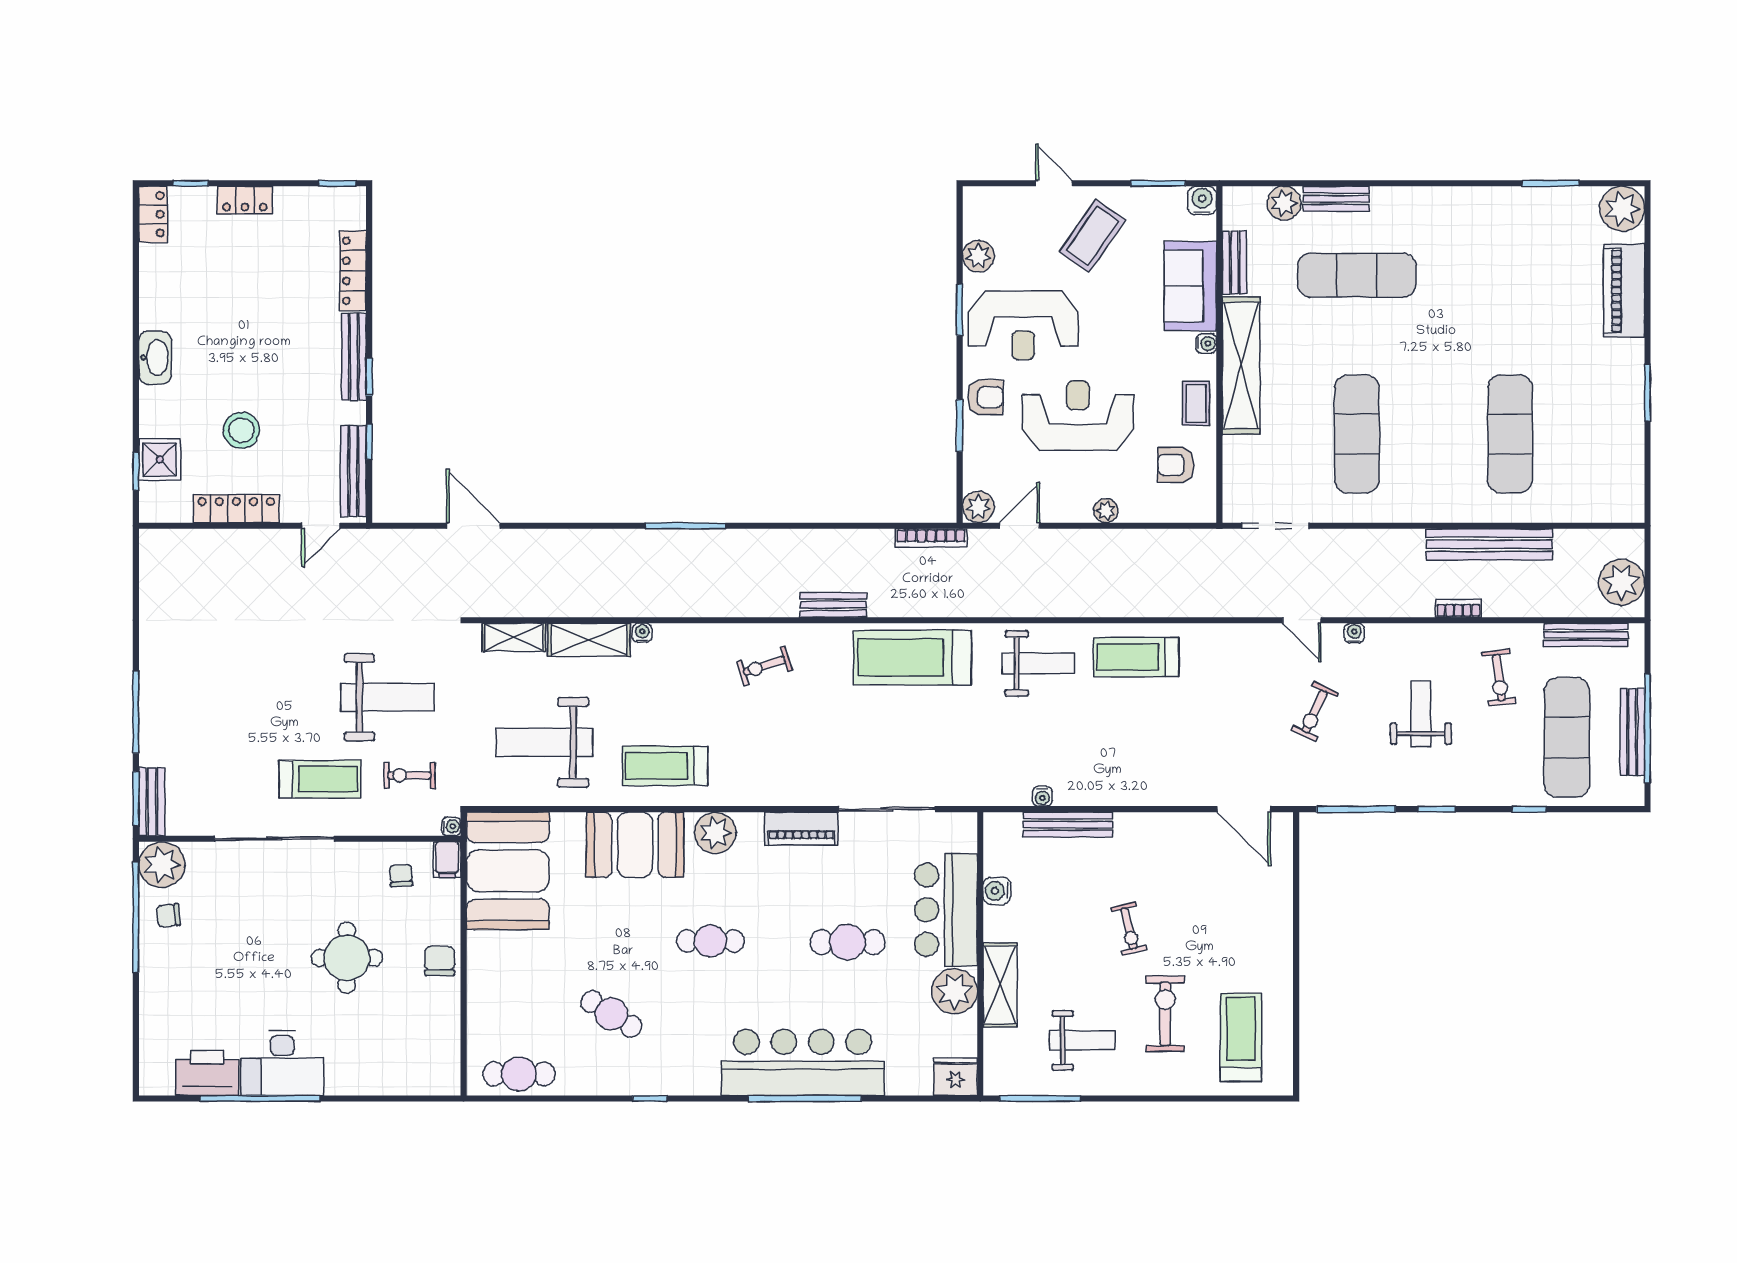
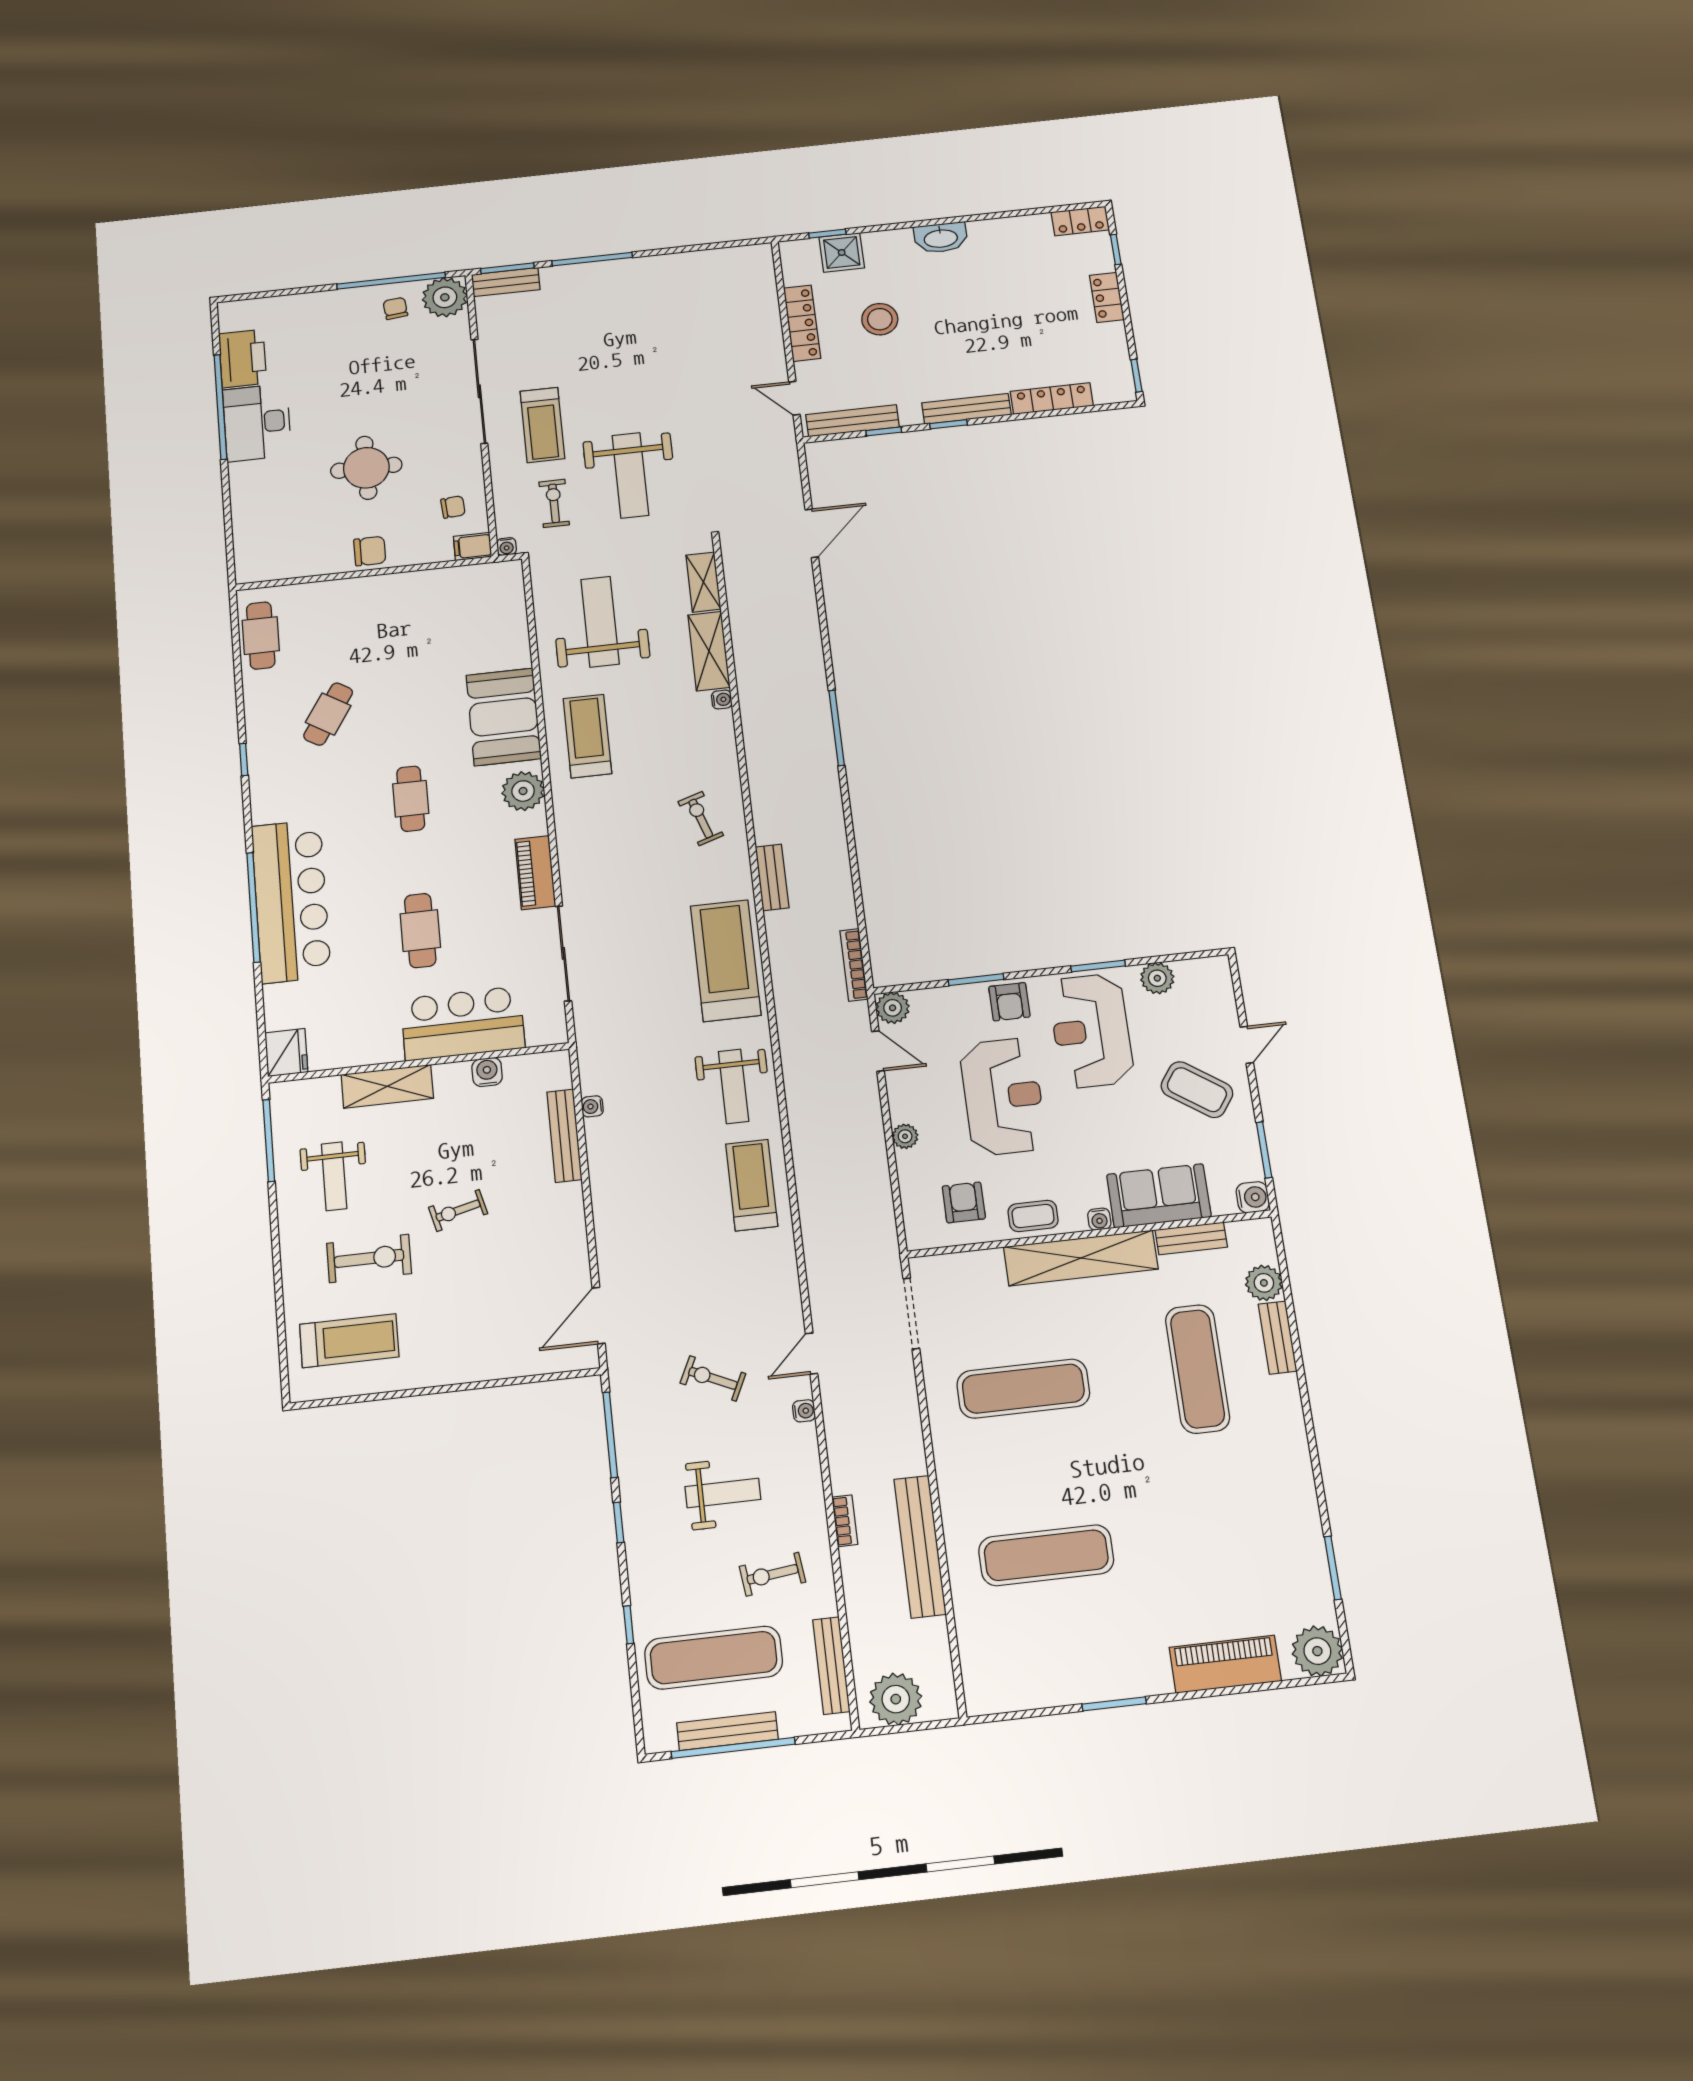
booth: (508, 871) -> (466, 603), removed
plant: (955, 991) -> (377, 1042), removed

